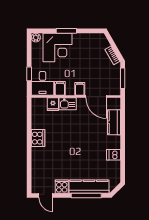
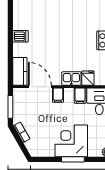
corner desk: (58, 48) -> (71, 141), moved
kitchen counter: (114, 122) -> (20, 71), moved
dishwasher: (113, 155) -> (21, 36), moved

